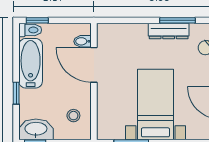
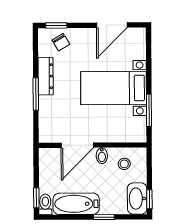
window: (177, 20) -> (36, 94), moved
bidet: (82, 41) -> (102, 156), moved

